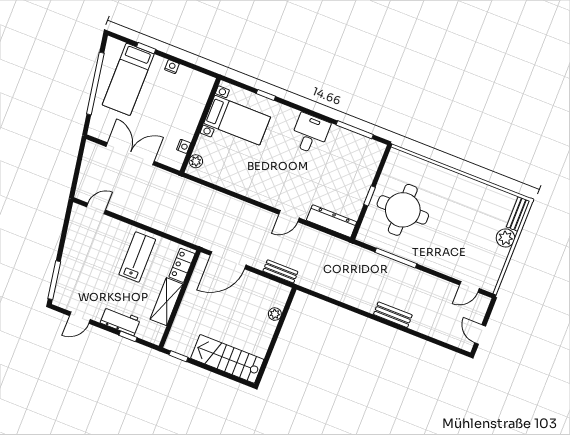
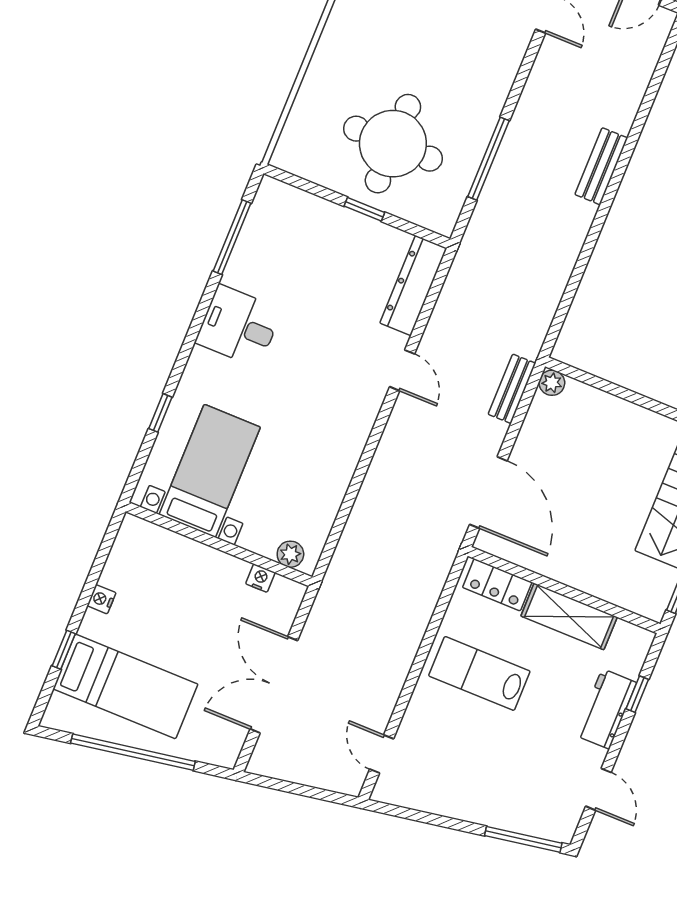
plant: (275, 314) -> (552, 383), moved

